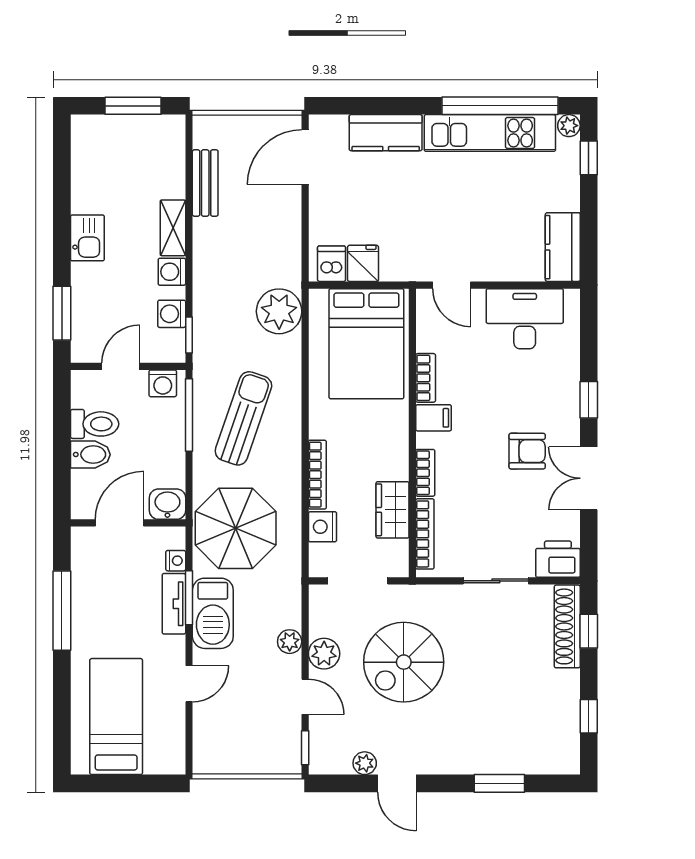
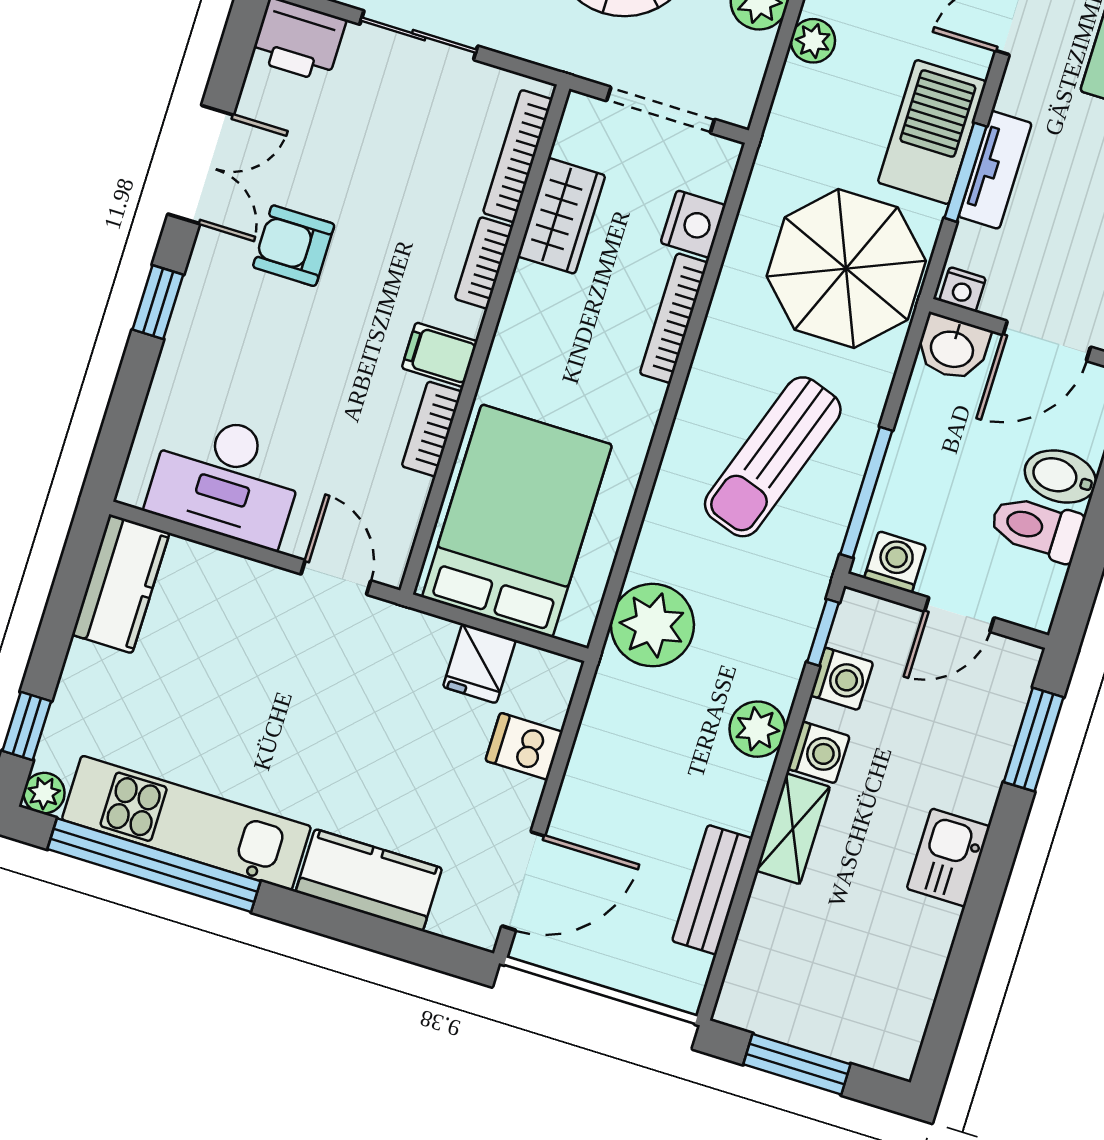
dishwasher: (332, 264) -> (524, 746), moved, turned 90
plant: (208, 274) -> (757, 729), added
nightstand: (176, 561) -> (963, 289), moved, turned -90

